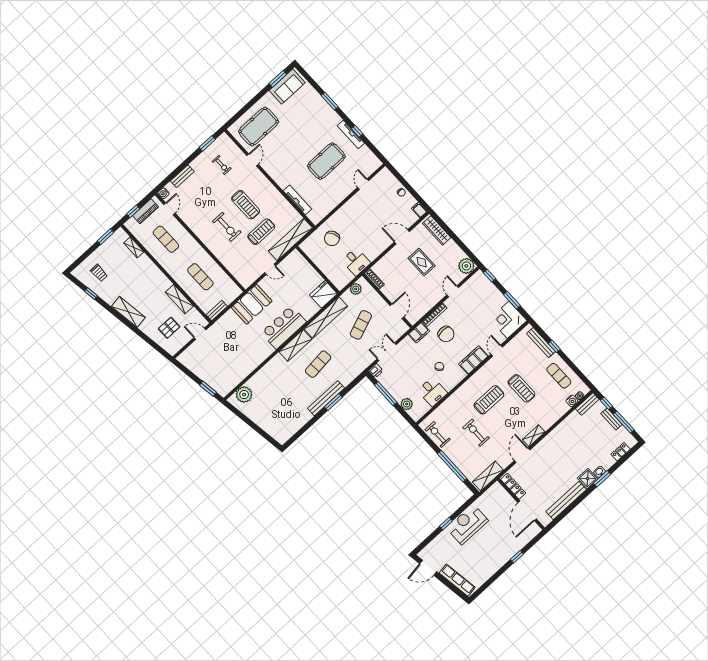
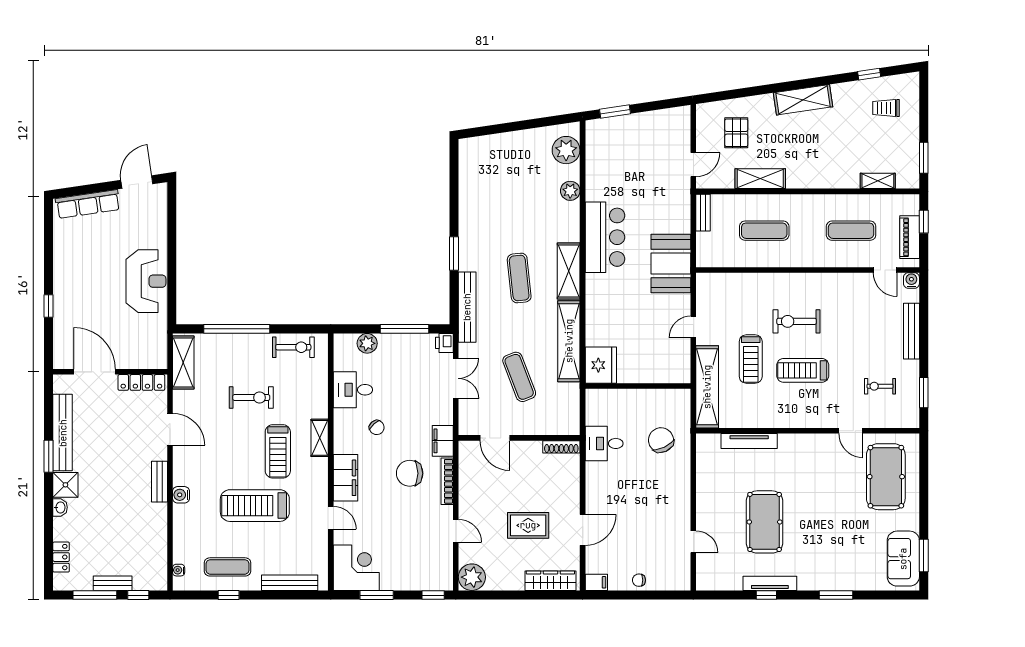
bench: (182, 176) -> (911, 331), width x1.36
plant: (356, 289) -> (570, 191), moved
bar counter: (284, 327) -> (605, 237), moved
window: (554, 346) -> (229, 595), moved
treadmill: (521, 388) -> (255, 506), width x1.37, depth x1.38
bench: (326, 398) -> (467, 307), moved
water cooler: (572, 401) -> (181, 495), moved
bench: (587, 404) -> (159, 482), moved
shelving: (534, 436) -> (320, 438), moved
window: (602, 479) -> (49, 456), moved
window: (446, 524) -> (172, 255), removed

